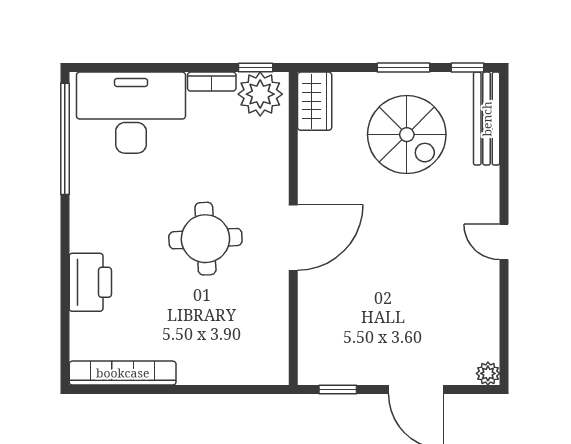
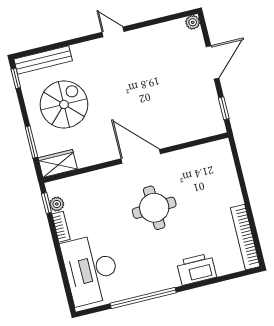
window: (403, 68) -> (31, 142), moved
plant: (260, 94) -> (57, 204), width x0.53, depth x0.53
window: (65, 139) -> (143, 298), moved
door: (504, 242) -> (113, 32), swing flipped

